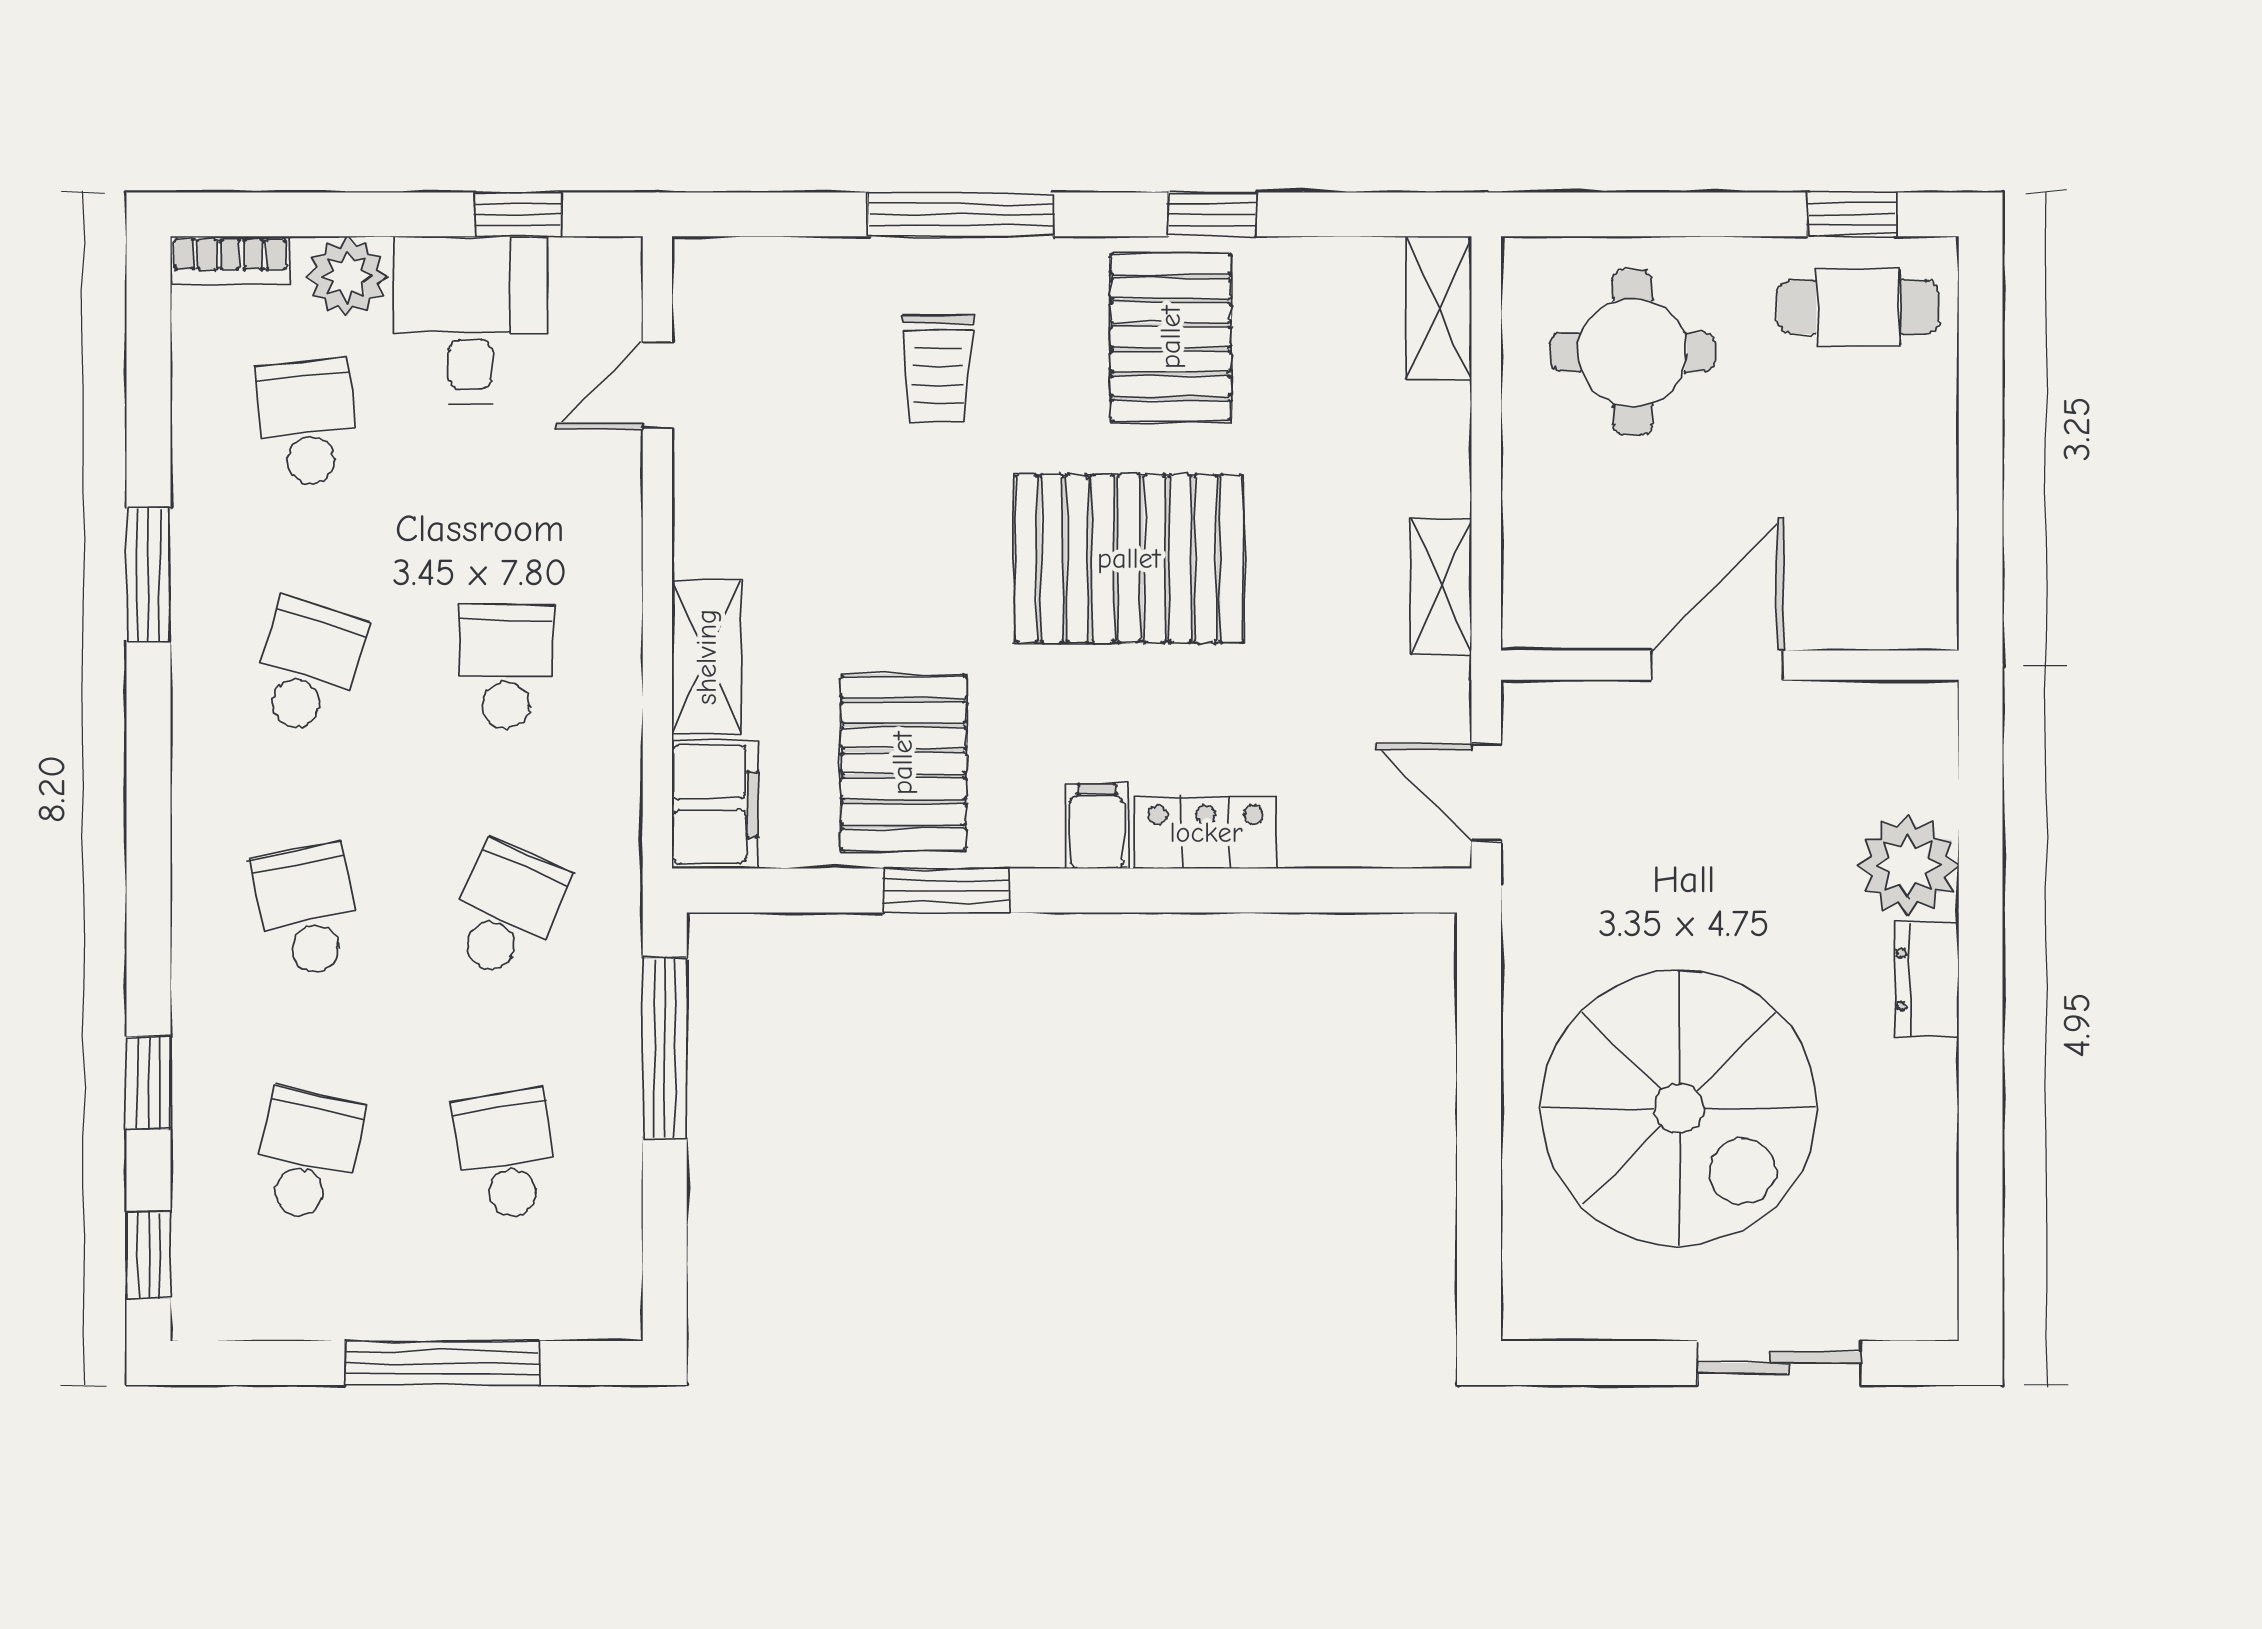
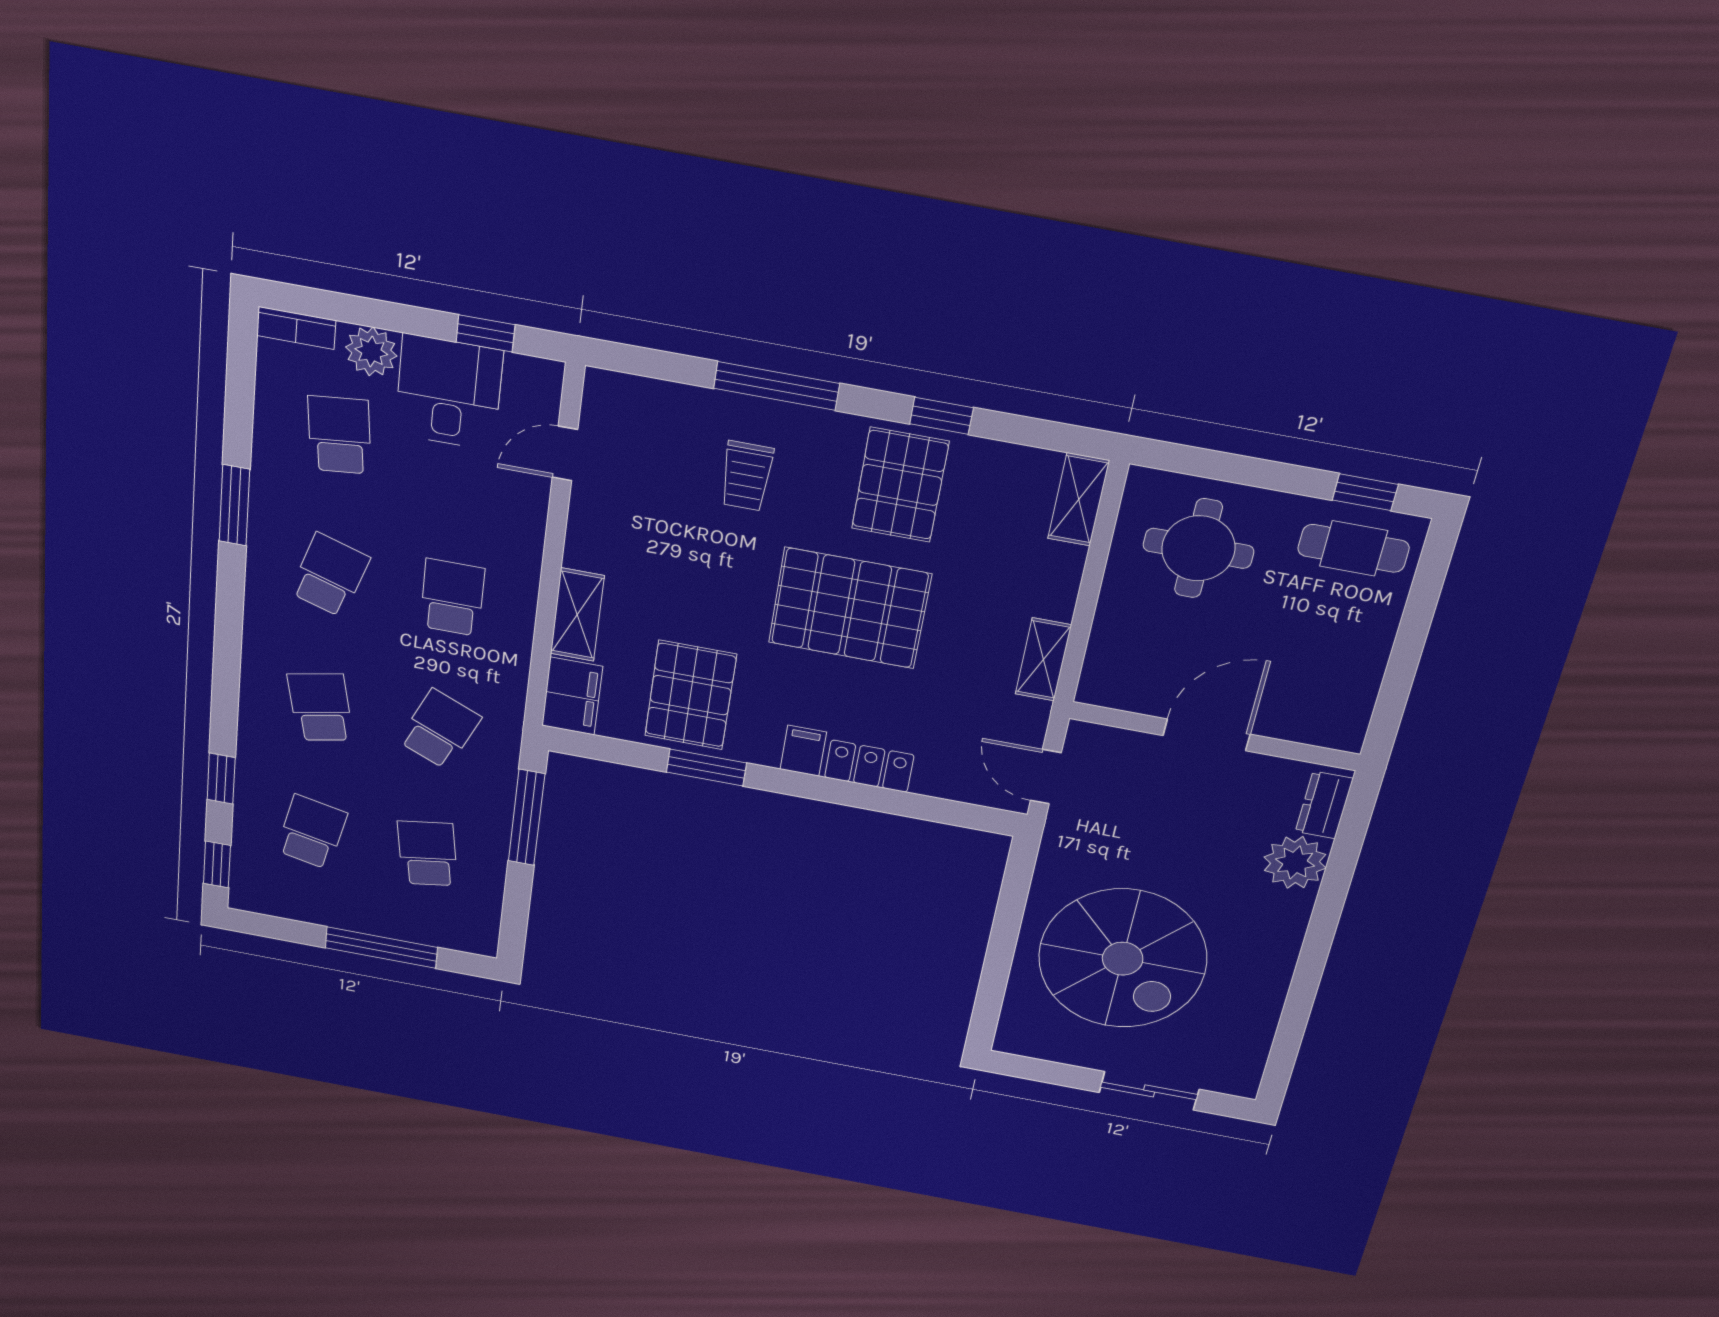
dresser: (1927, 979) -> (1324, 805), moved

